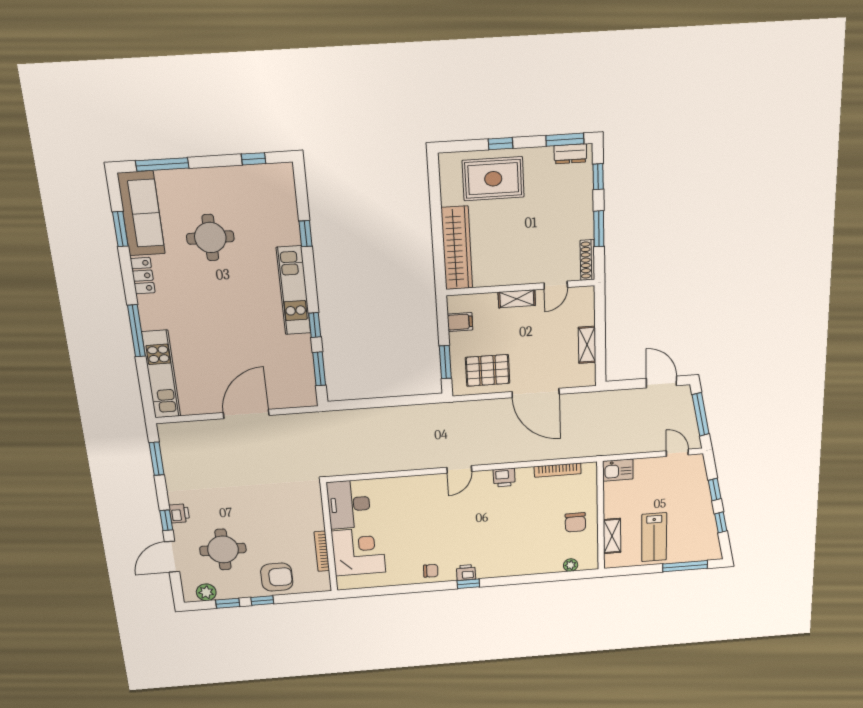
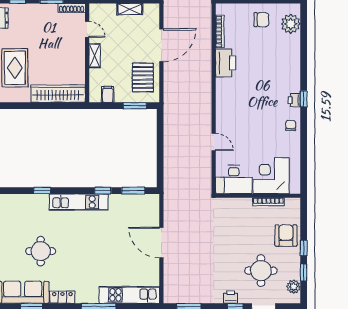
door: (459, 469) -> (214, 142), moved
printer: (504, 478) -> (226, 63), width x1.87, depth x1.48
plant: (571, 565) -> (291, 24), width x1.87, depth x1.87

